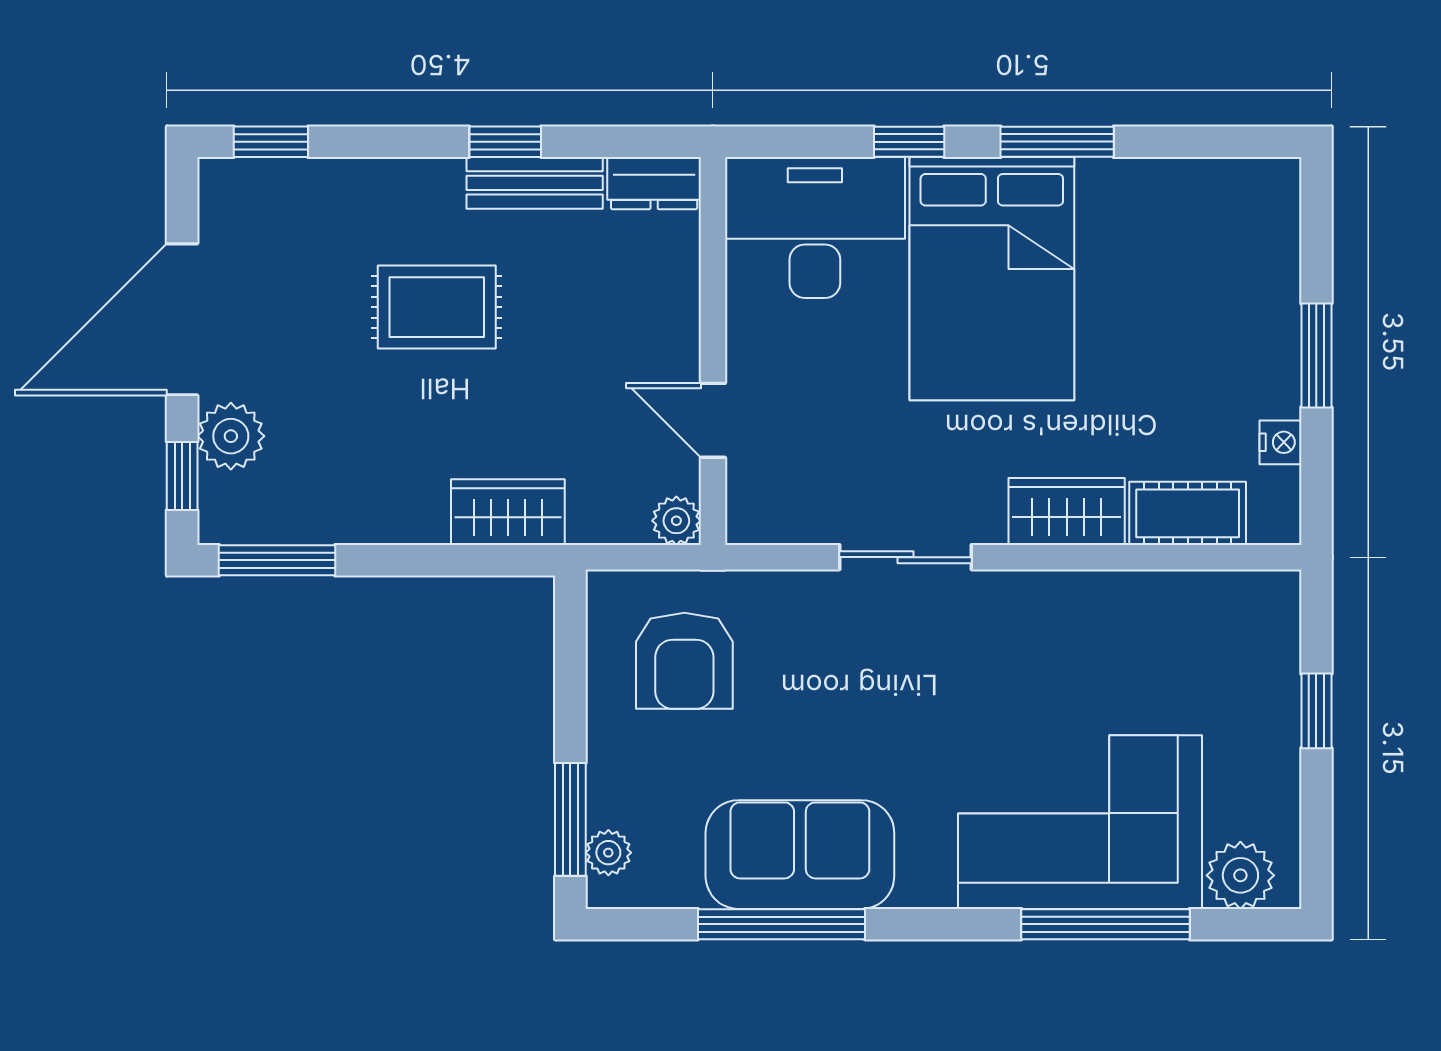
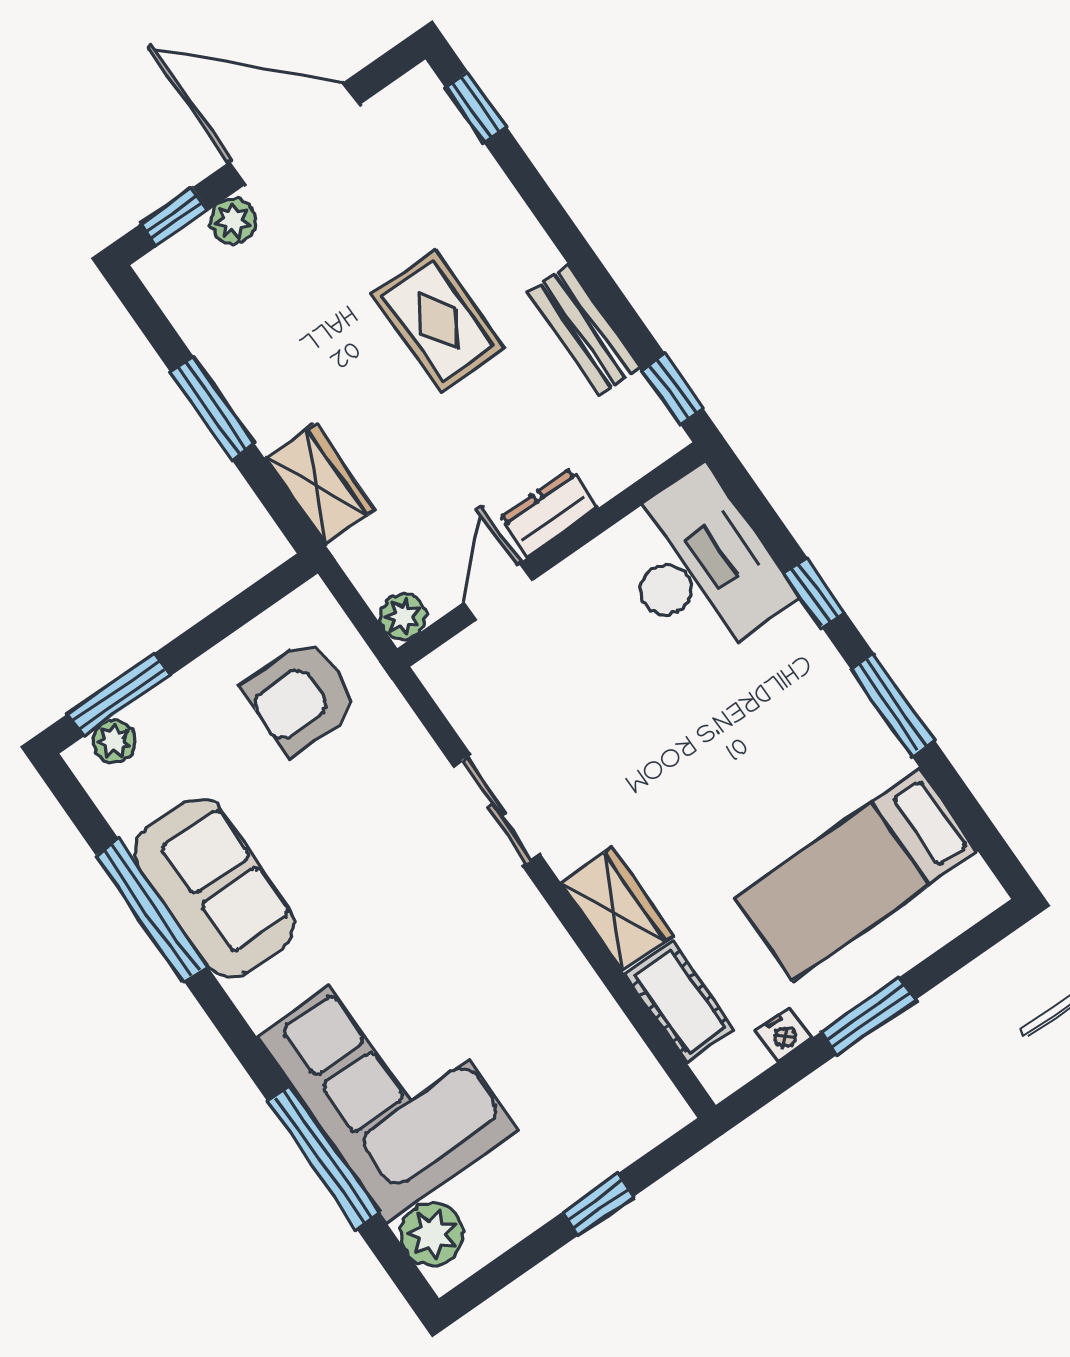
window: (505, 142) -> (673, 390), moved
dresser: (654, 183) -> (549, 513), moved, turned 90
bed: (992, 279) -> (856, 875), moved, width x0.67
plant: (231, 436) -> (233, 221), width x0.73, depth x0.73
window: (277, 560) -> (212, 408), moved

